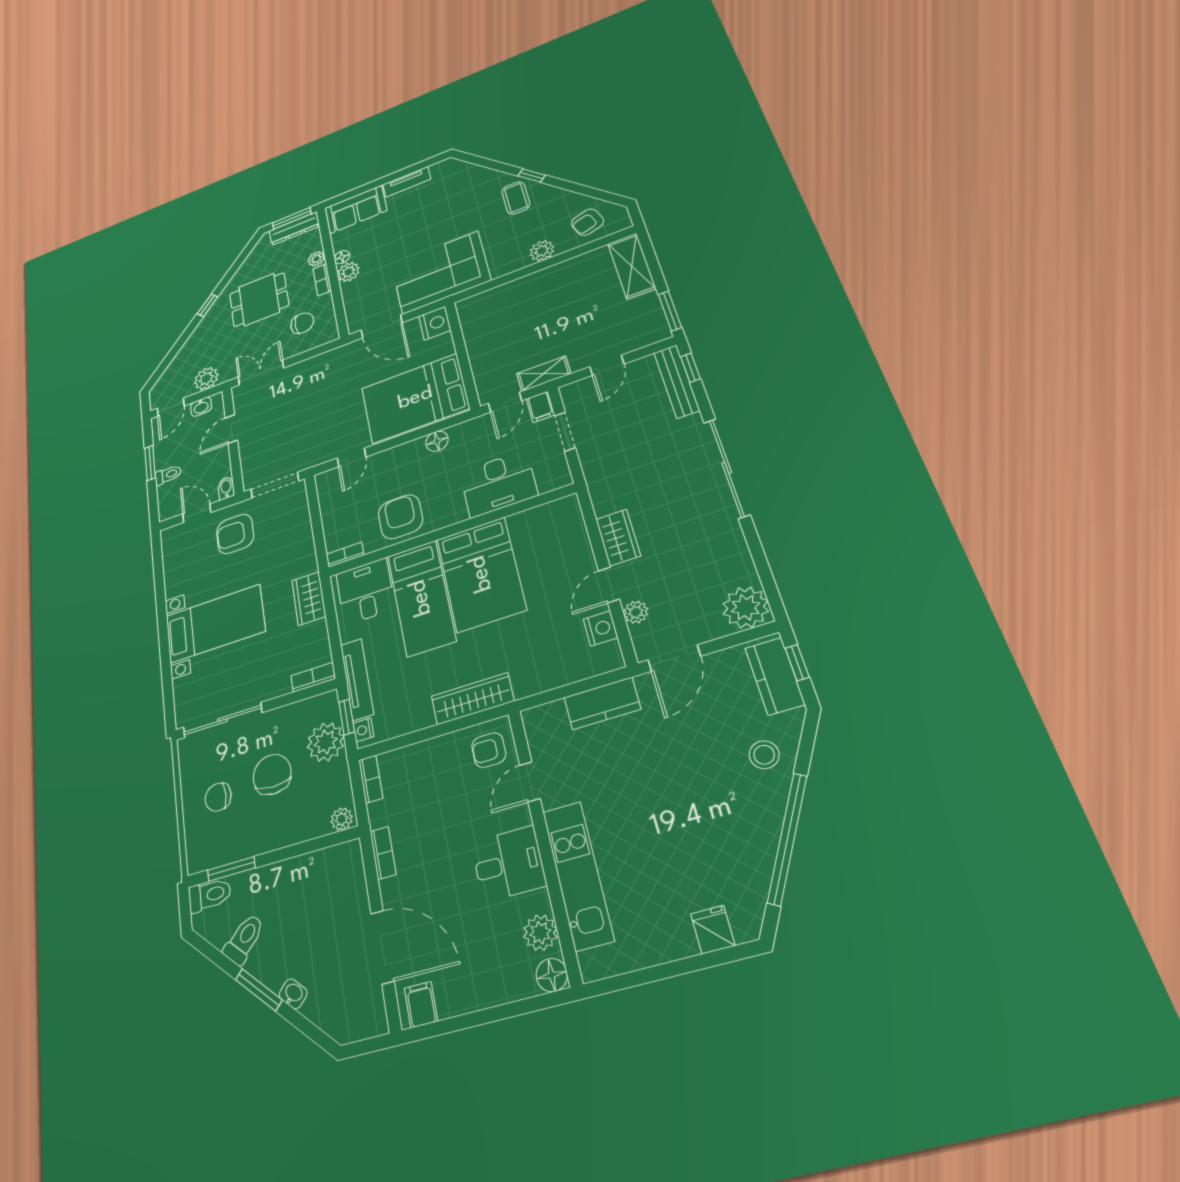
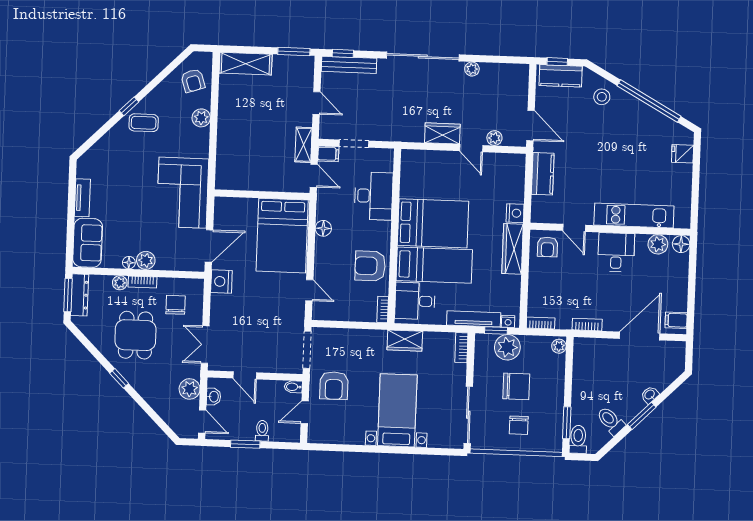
nightstand: (435, 323) -> (221, 281), moved, turned -90
plant: (746, 607) -> (472, 69), moved, width x0.53, depth x0.53
nightstand: (601, 628) -> (515, 213), moved, turned 90
chair: (272, 774) -> (516, 386), turned 180

